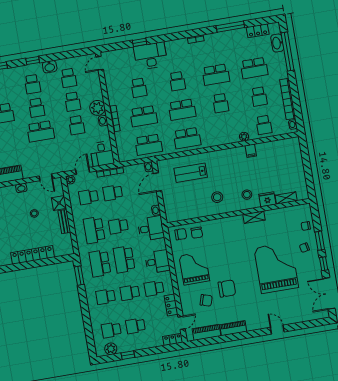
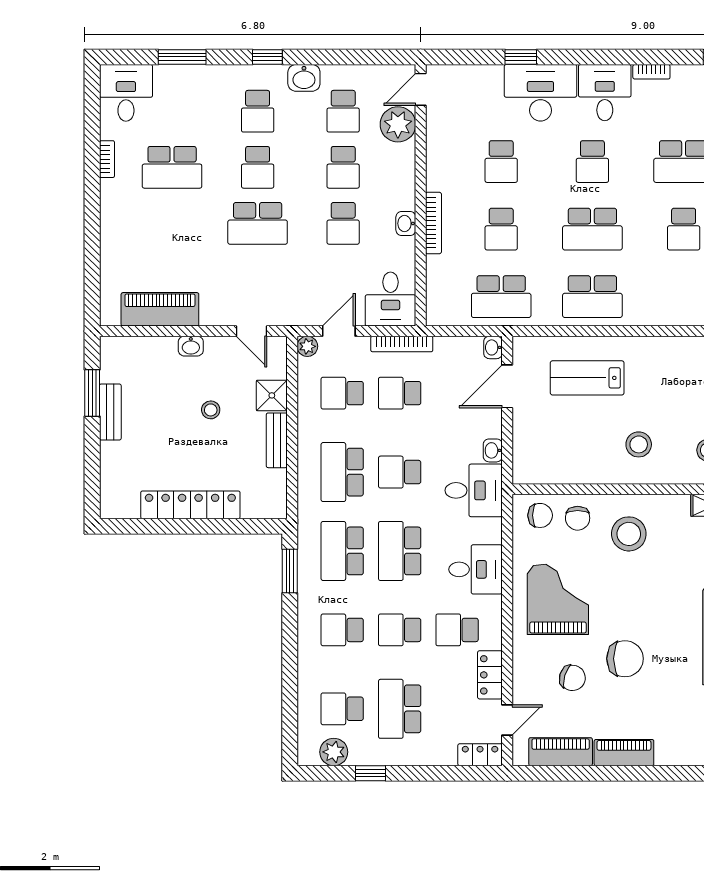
desk: (178, 51) -> (605, 93), added
plant: (97, 108) -> (398, 124), moved
school desk: (144, 116) -> (501, 229), width x0.54
stool: (219, 236) -> (629, 534), added
school desk: (135, 326) -> (400, 709), width x1.85

